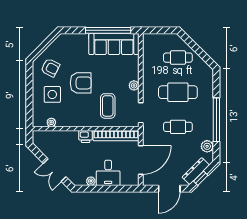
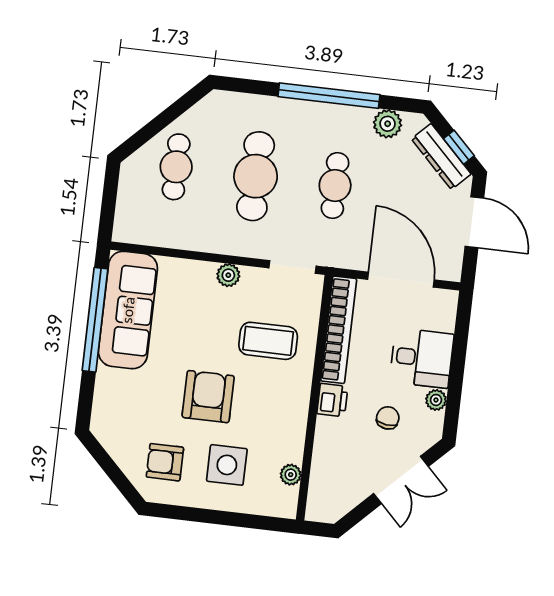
armchair: (50, 68) -> (165, 462), turned -117
chair: (81, 161) -> (388, 418), added

